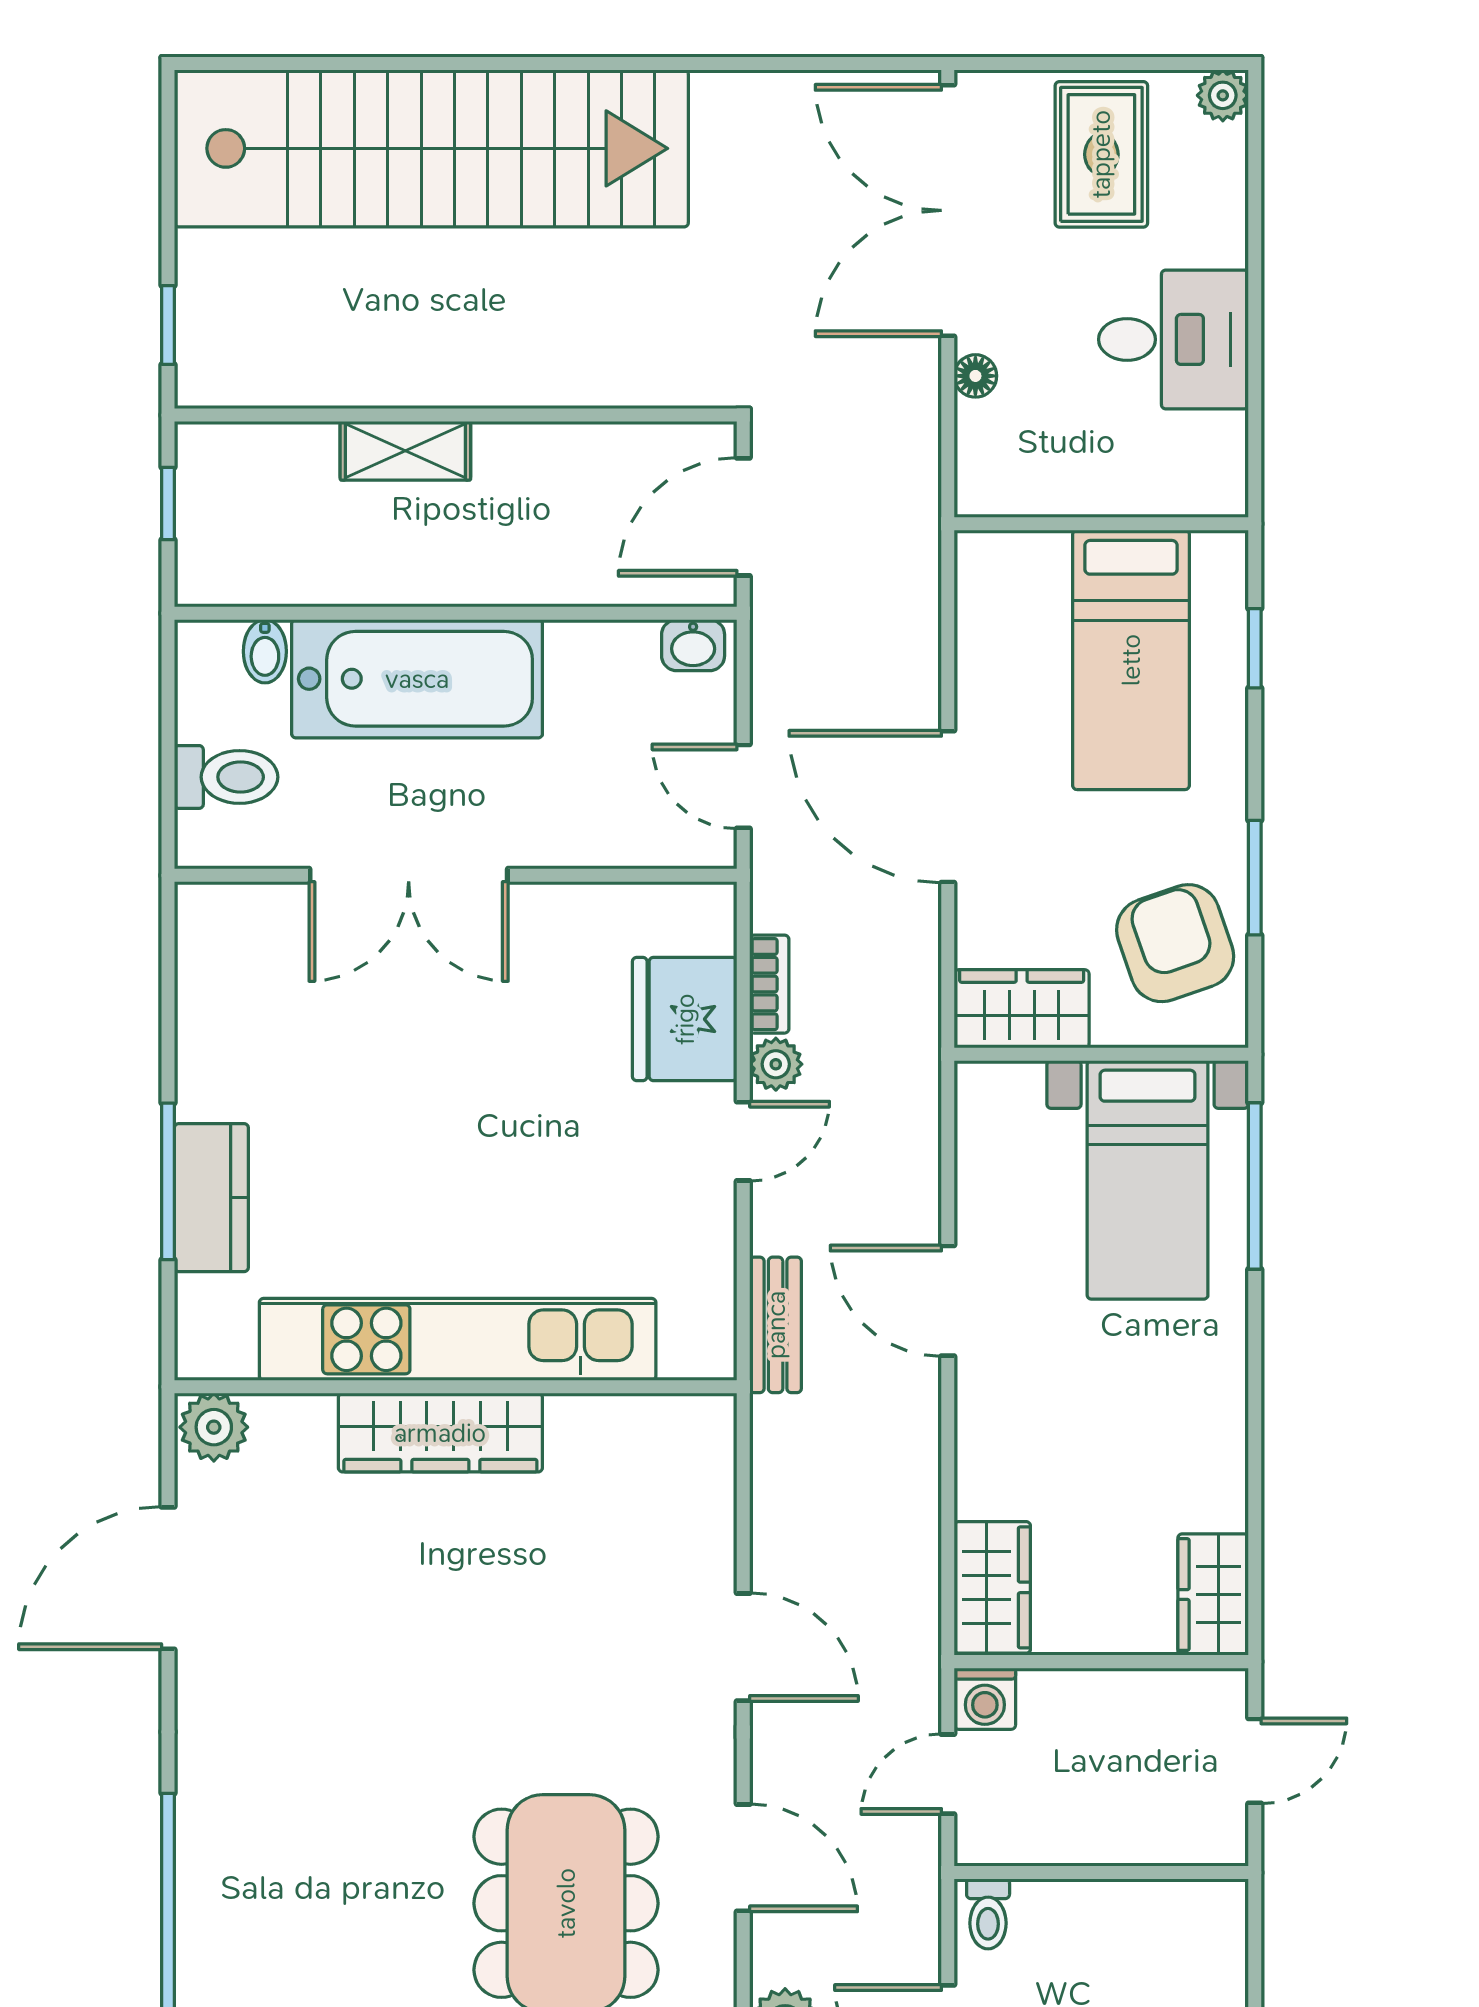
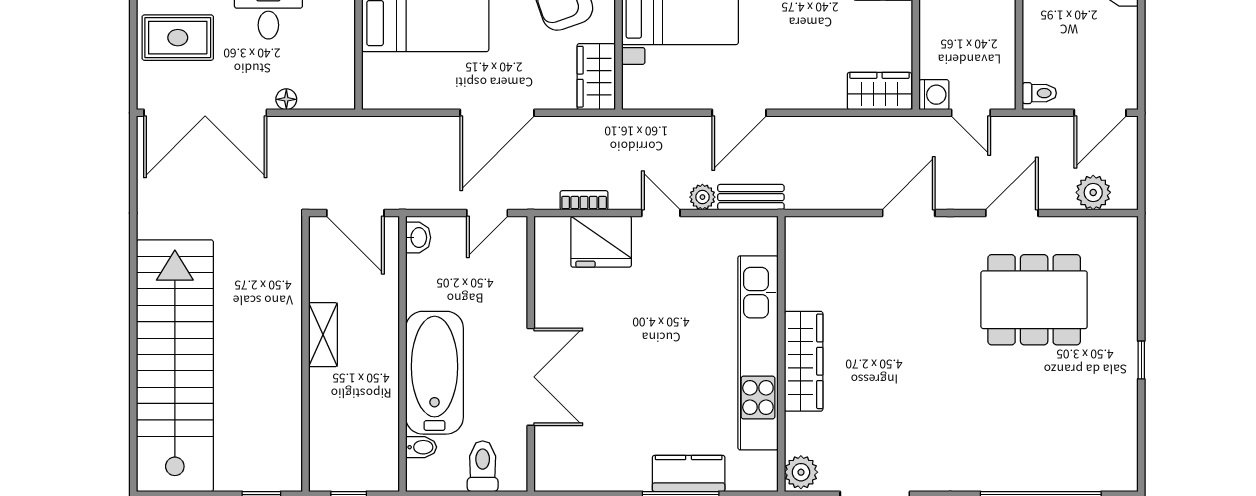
shelving: (405, 451) -> (323, 335), moved
plant: (776, 1064) -> (702, 197), moved

